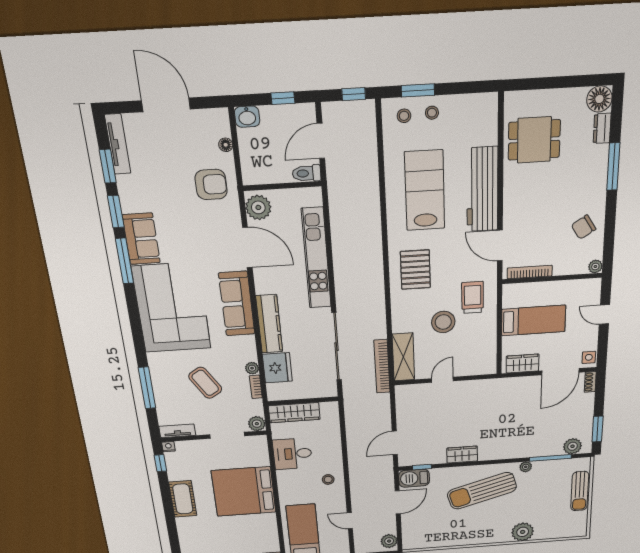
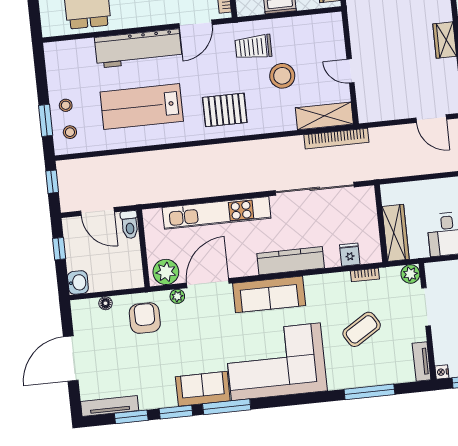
plant: (252, 368) -> (177, 296), moved
fridge: (277, 368) -> (350, 255), width x0.53, depth x0.75

